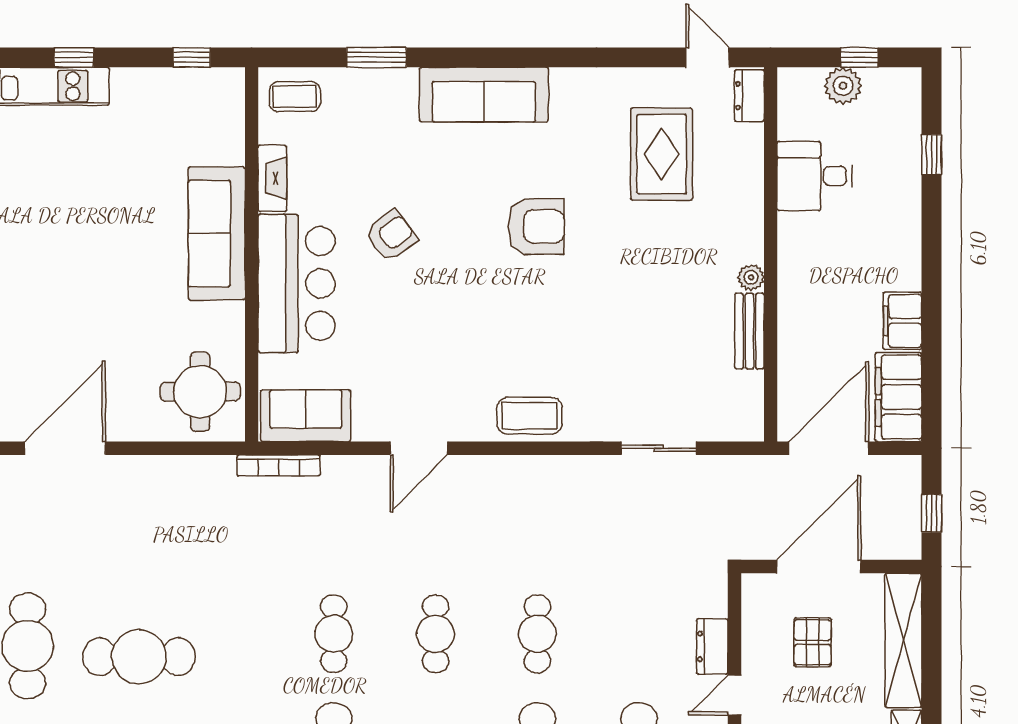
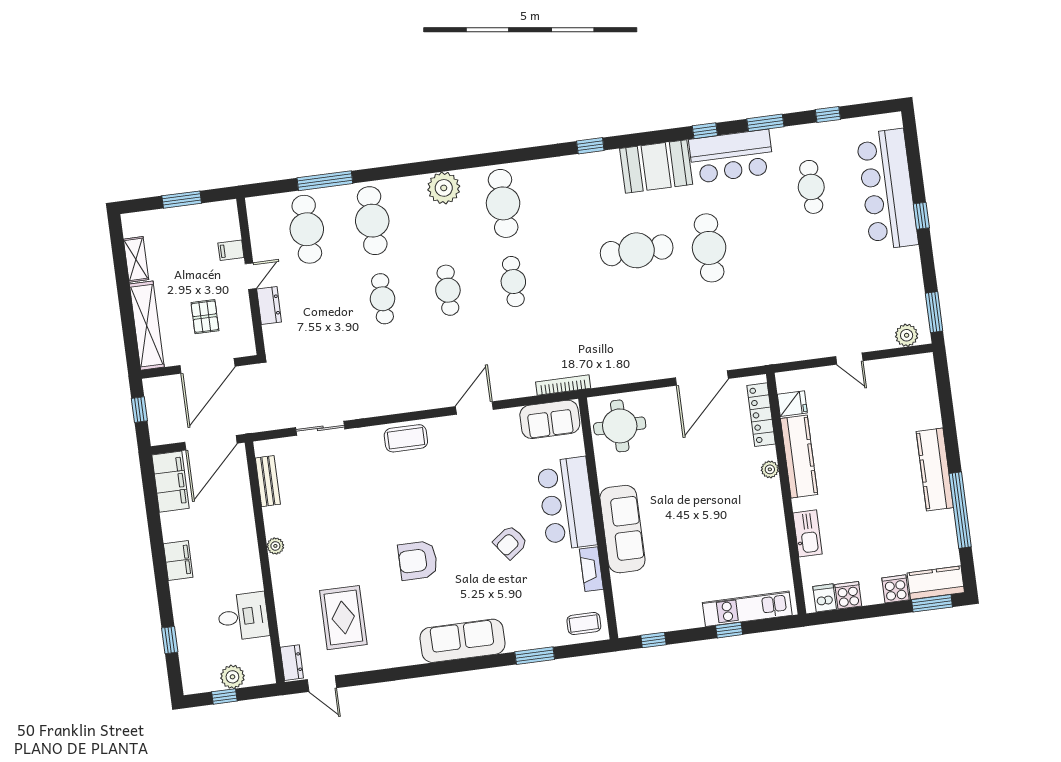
filing cabinet: (903, 321) -> (178, 561), moved
bench: (749, 331) -> (268, 481), moved

